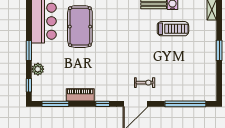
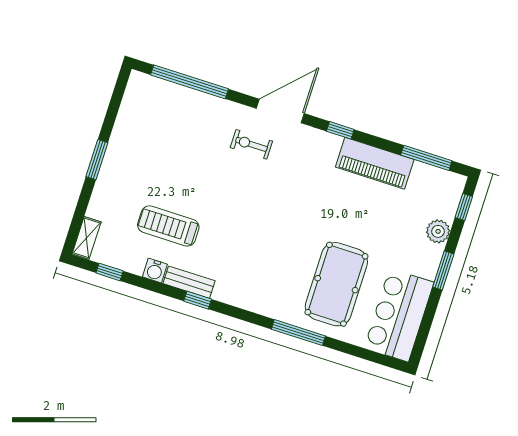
piano: (80, 95) -> (375, 163), width x1.37, depth x1.33

